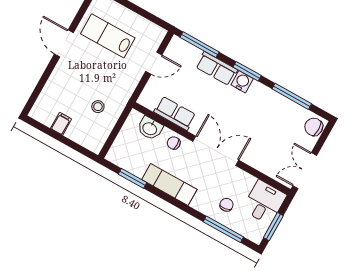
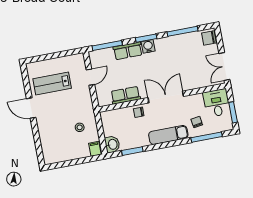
filing cabinet: (61, 124) -> (95, 149), moved
washbasin: (150, 128) -> (112, 144), moved, turned -90
exam couch: (169, 184) -> (168, 135), moved

